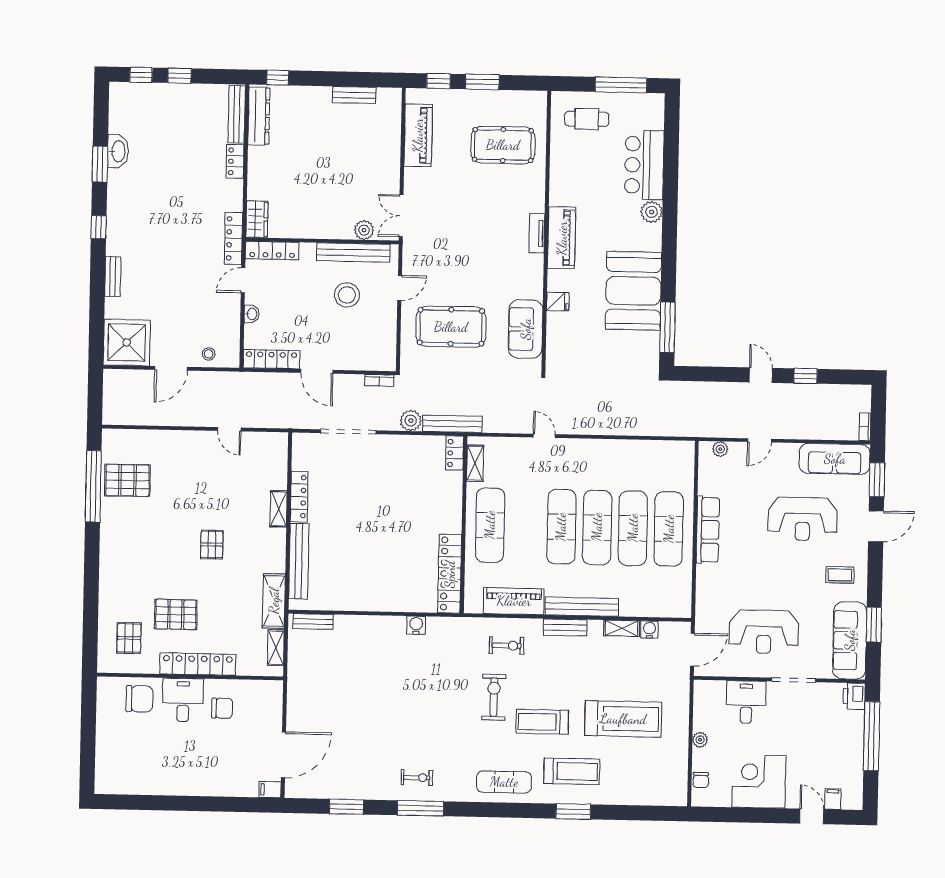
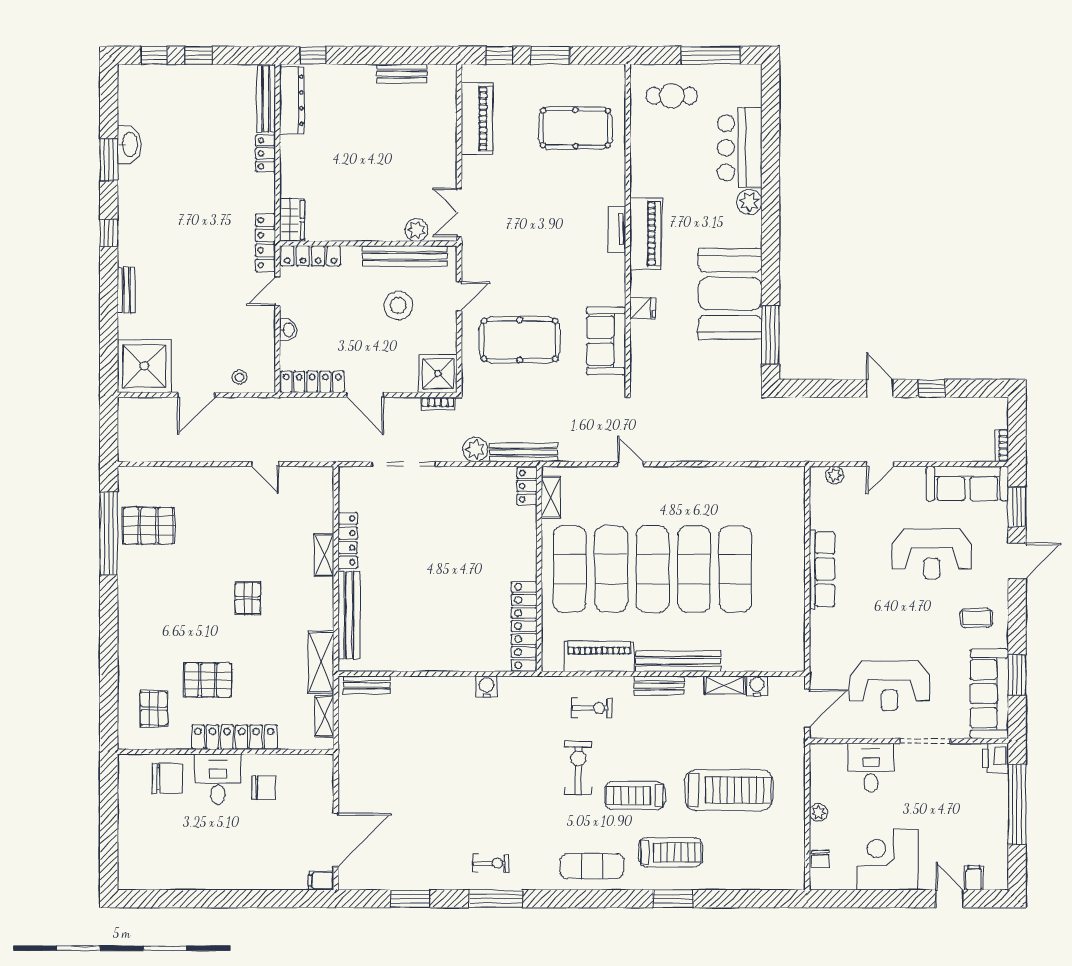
shower: (380, 354) -> (438, 374), added
exercise mat: (669, 529) -> (611, 569), moved

